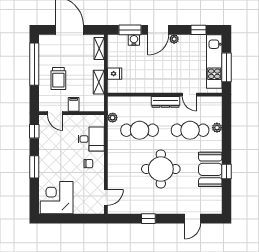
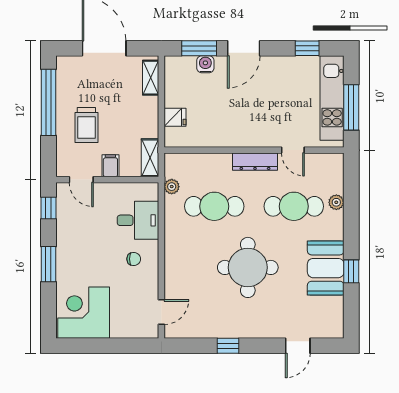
plant: (174, 39) -> (269, 63), removed
shelving: (99, 82) -> (150, 158), moved

